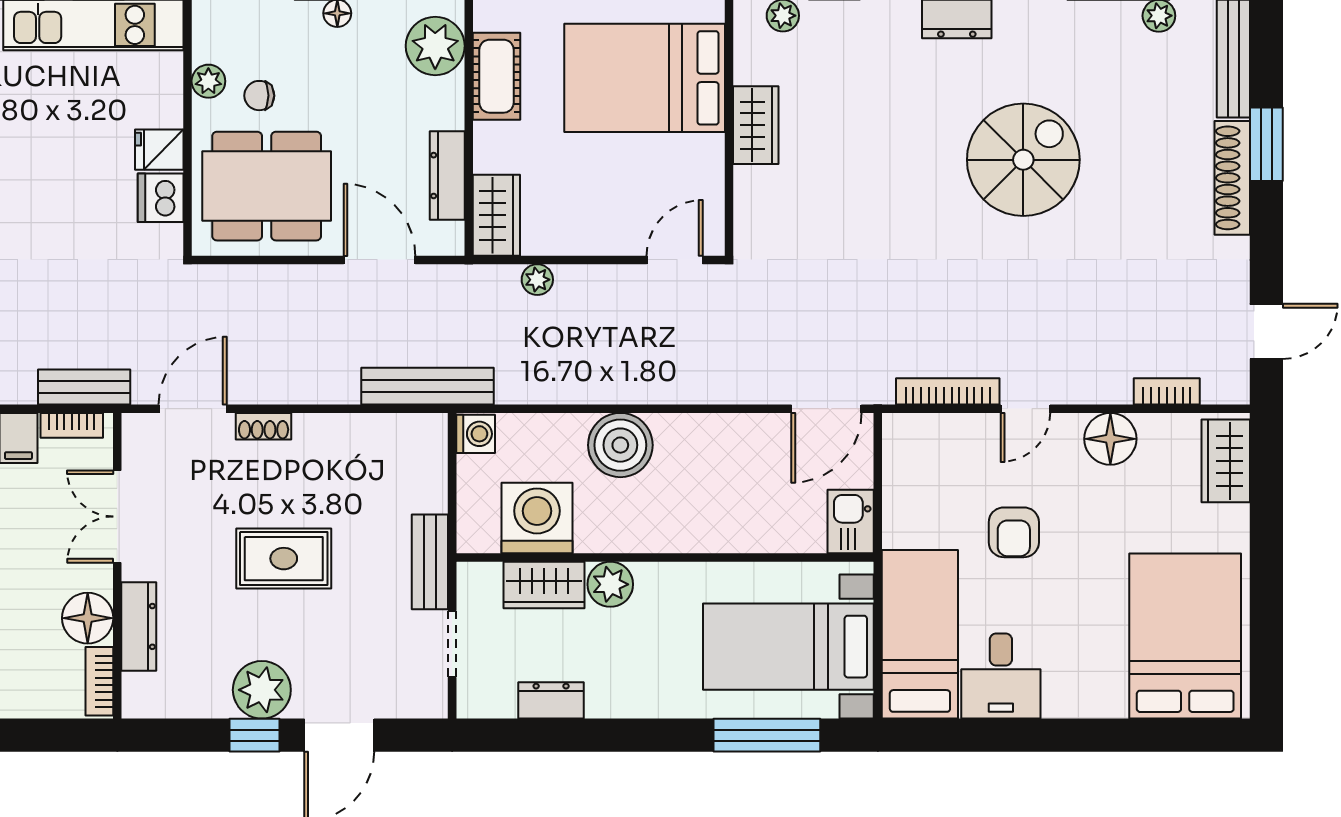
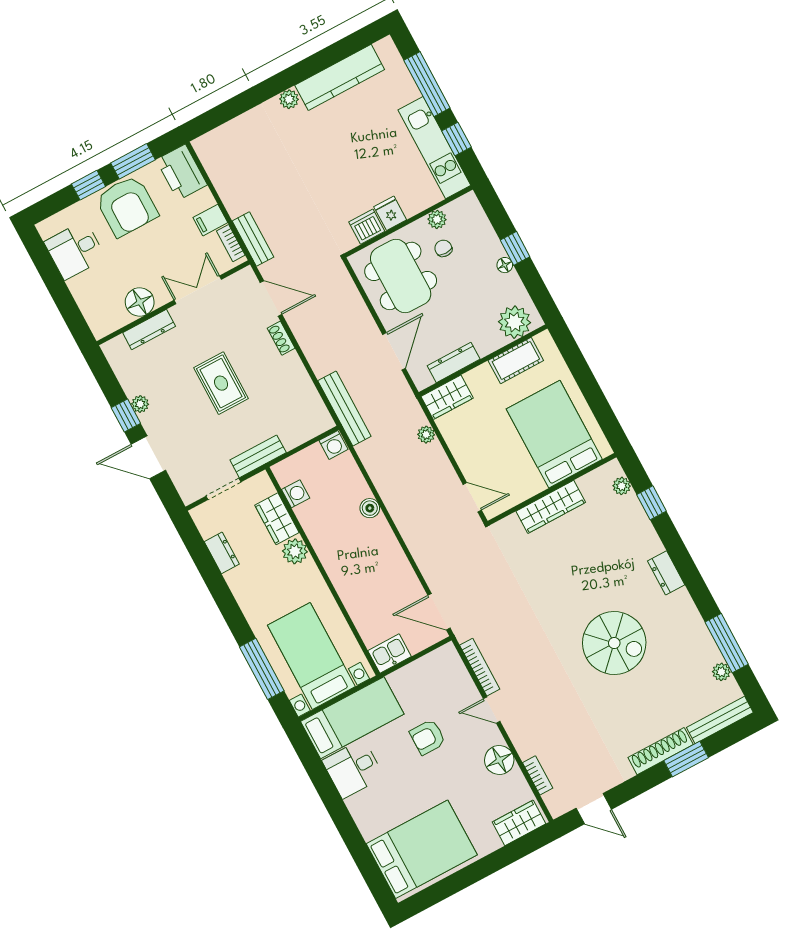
wardrobe: (756, 125) -> (551, 507), width x1.50
boiler: (620, 445) -> (370, 508), width x0.54, depth x0.54
washing machine: (537, 518) -> (296, 494), width x0.53, depth x0.53
bookcase: (99, 681) -> (112, 325), removed
plant: (262, 690) -> (140, 404), width x0.53, depth x0.53

